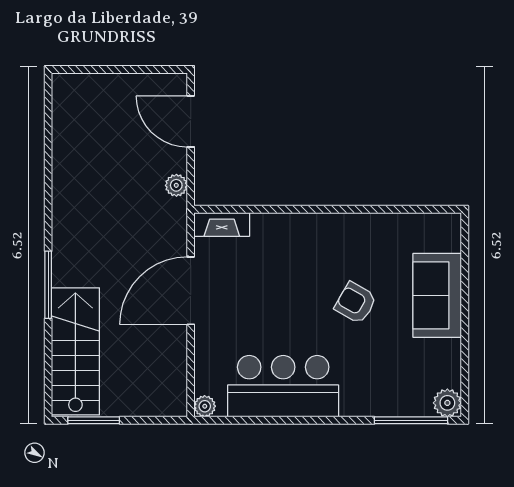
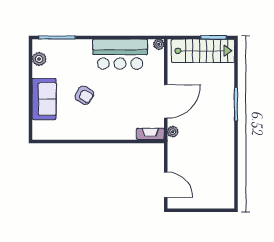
plant: (176, 185) -> (173, 132), moved
stairs: (75, 351) -> (203, 51), moved, turned -90
plant: (447, 403) -> (39, 59), moved

